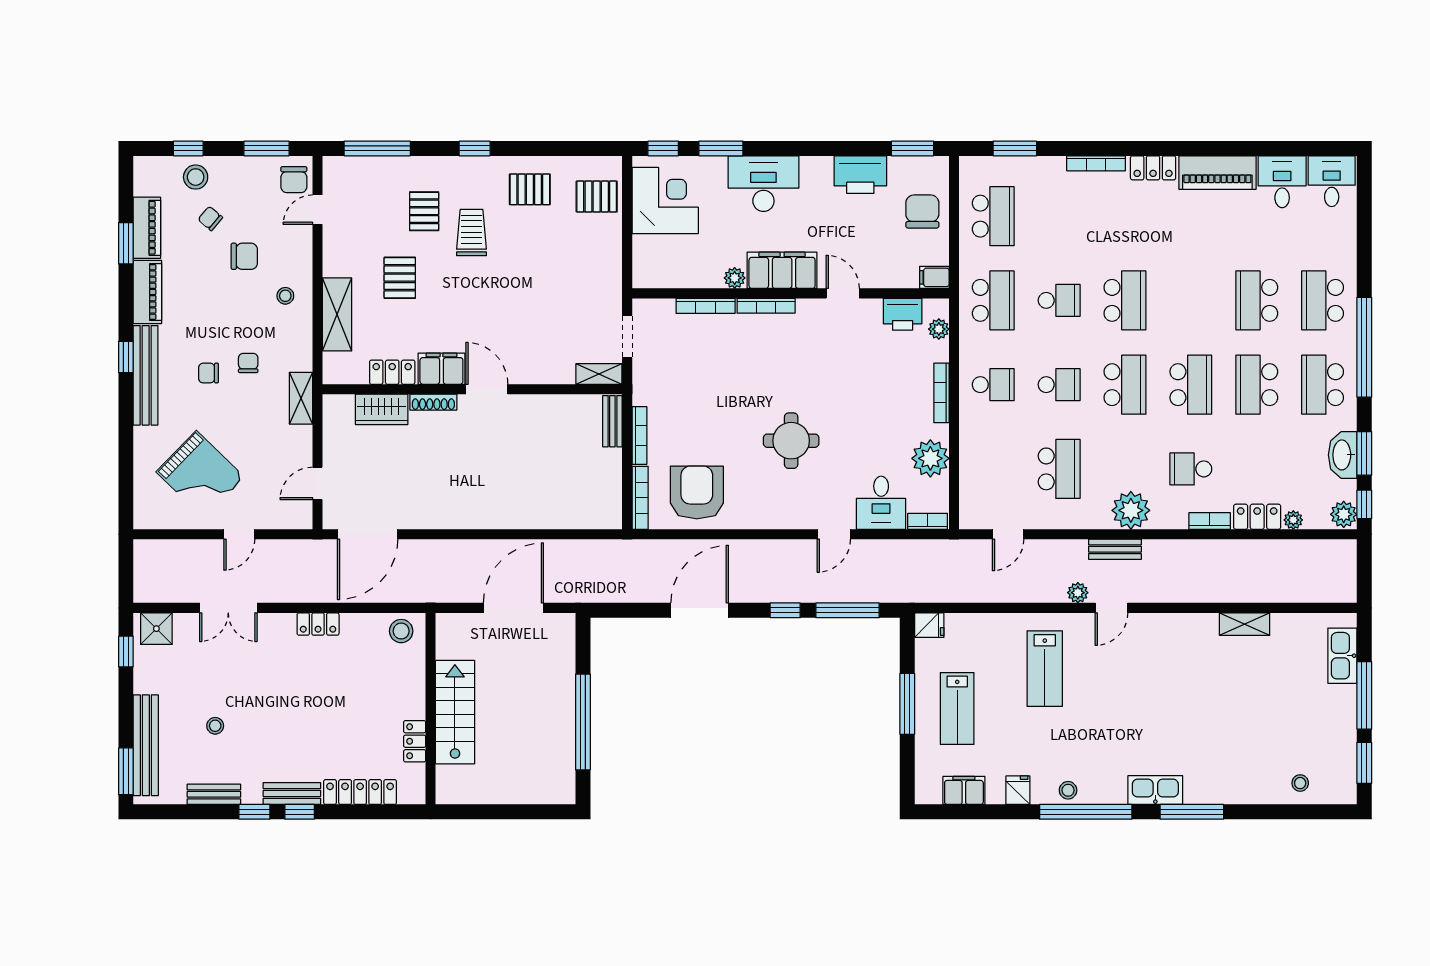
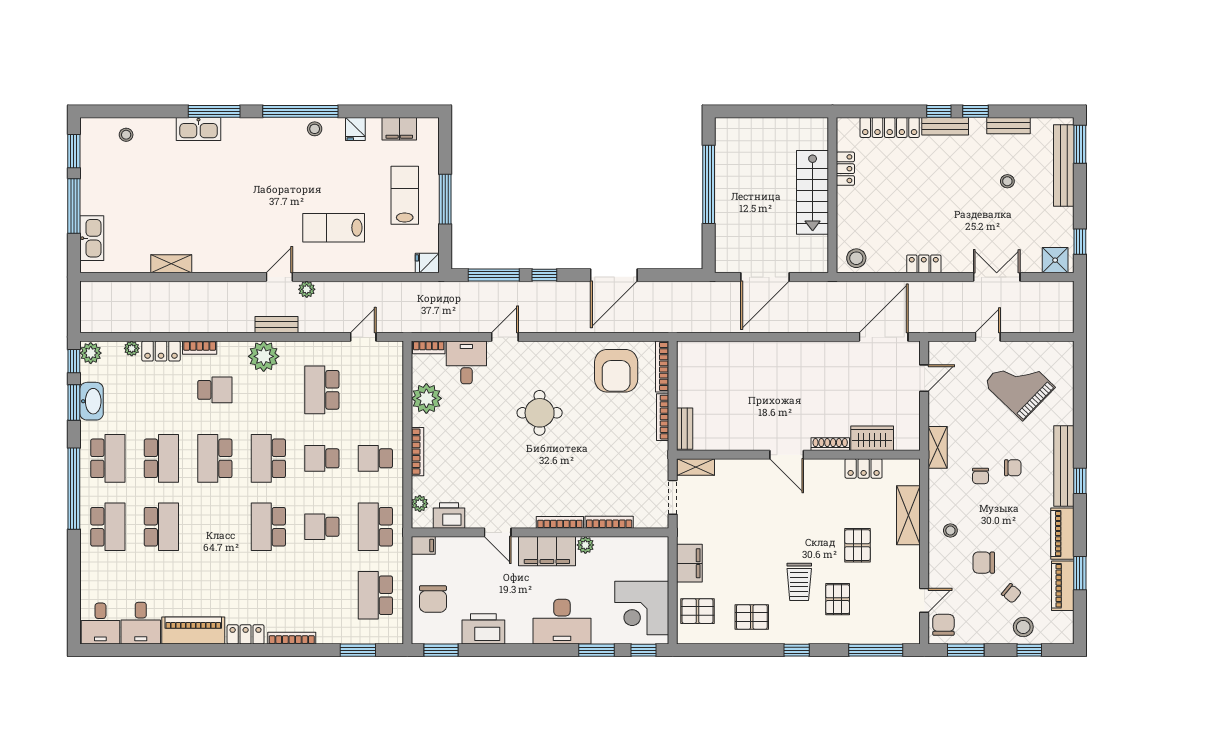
filing cabinet: (441, 369) -> (689, 563), moved, turned -90
lab bench: (1045, 669) -> (334, 228), turned -90
kitchen sink: (1155, 790) -> (198, 129), moved

